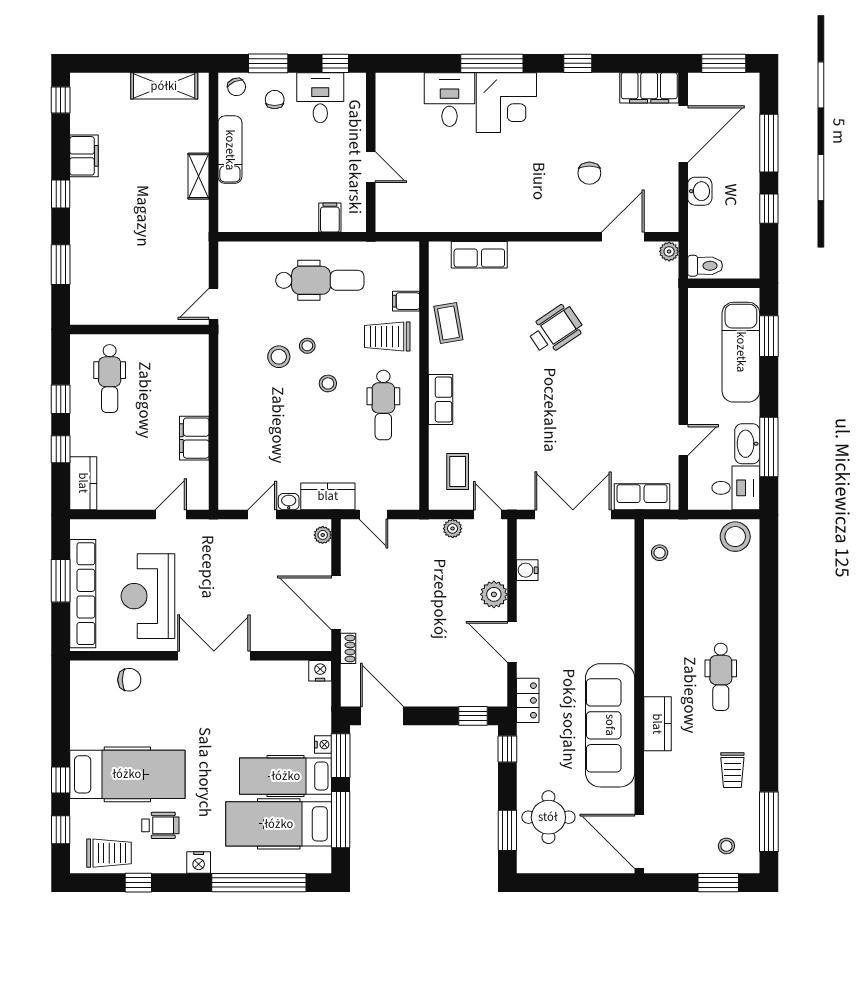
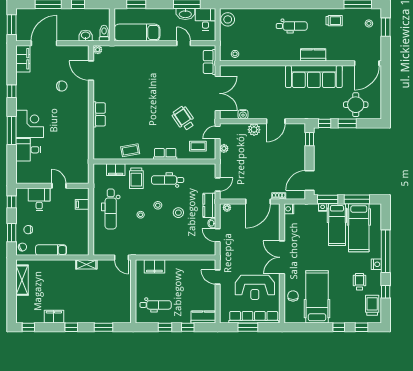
desk: (320, 98) -> (39, 199), moved, turned 90
door: (683, 134) -> (44, 43), hinge flipped
door: (371, 167) -> (59, 186), hinge flipped
shelving: (198, 176) -> (86, 264), moved
washbasin: (700, 191) -> (86, 36), moved
row of seats: (479, 255) -> (99, 114), moved
dental chair: (320, 280) -> (111, 209), turned 180
filing cabinet: (406, 301) -> (116, 170), width x2.00
wheelchair: (555, 330) -> (184, 118), moved
exam couch: (741, 352) -> (137, 32), moved, turned 180
stool: (279, 357) -> (178, 213), moved
dental chair: (383, 405) -> (168, 180), turned 180
filing cabinet: (194, 438) -> (154, 266), moved
double door: (573, 515) -> (218, 93), swing flipped
locker: (528, 700) -> (302, 114), removed
hospital bed: (127, 774) -> (317, 297), moved
window: (507, 830) -> (347, 123), moved
window: (259, 883) -> (386, 251), moved

